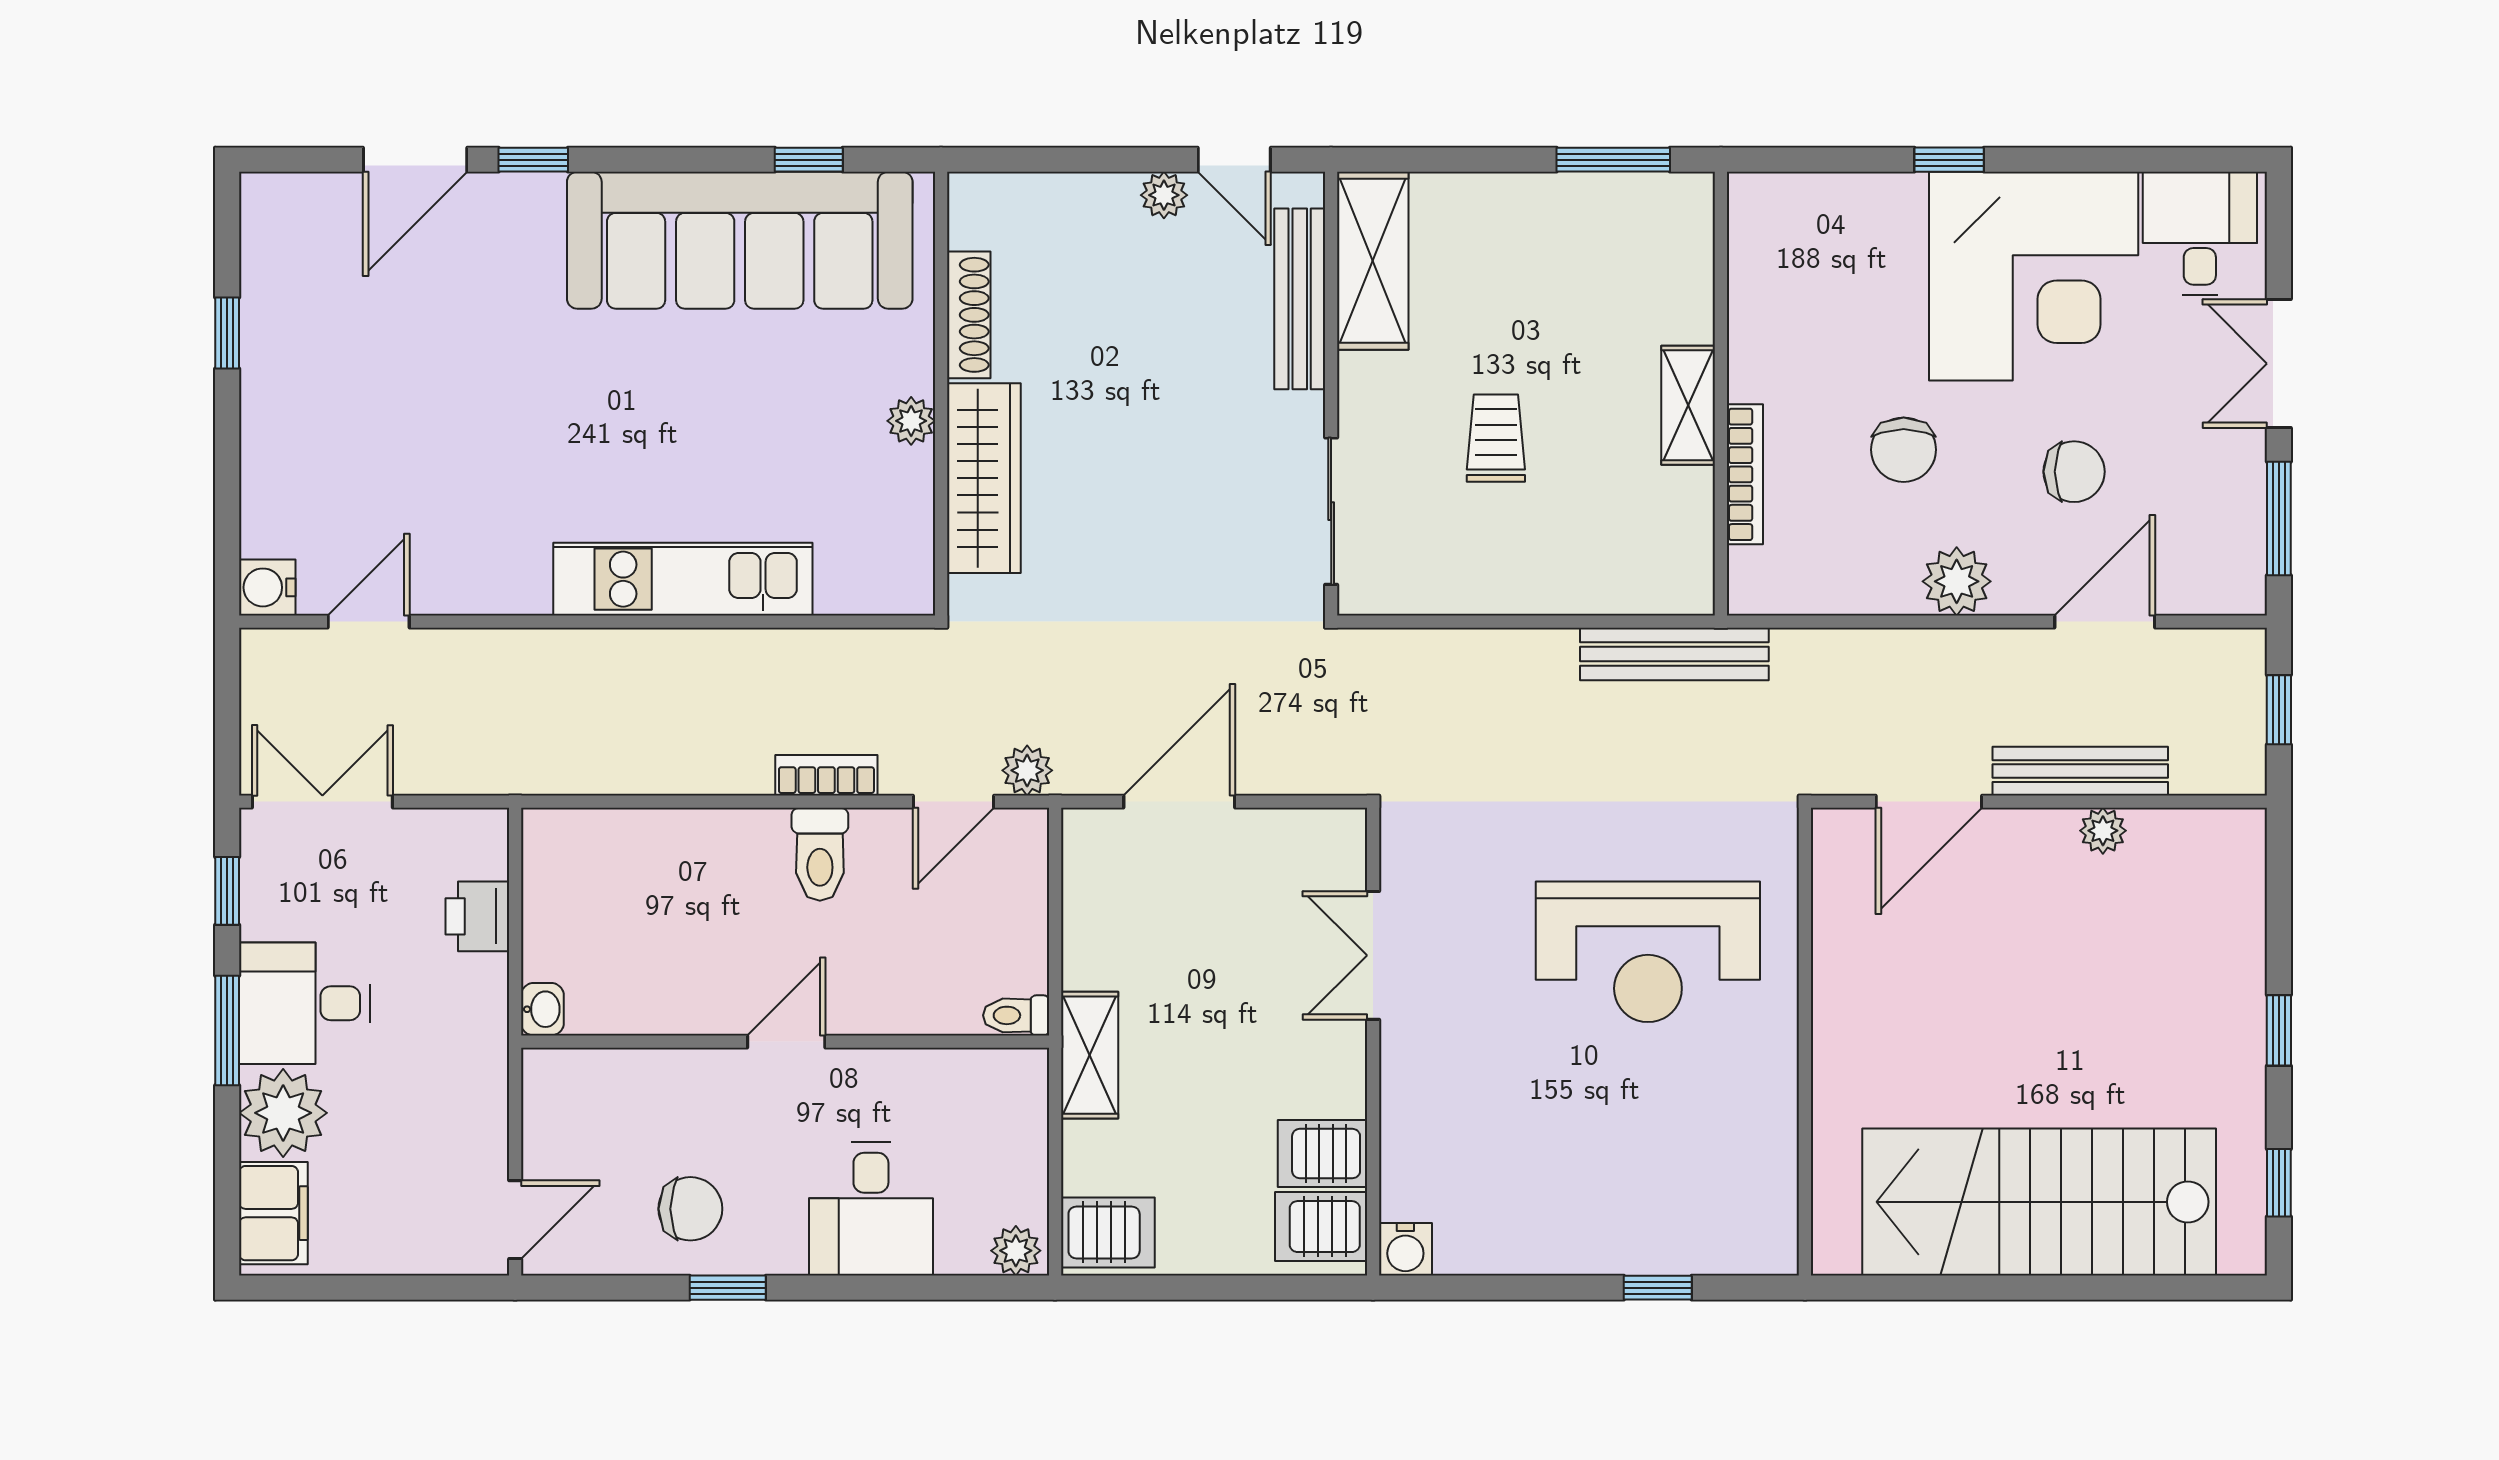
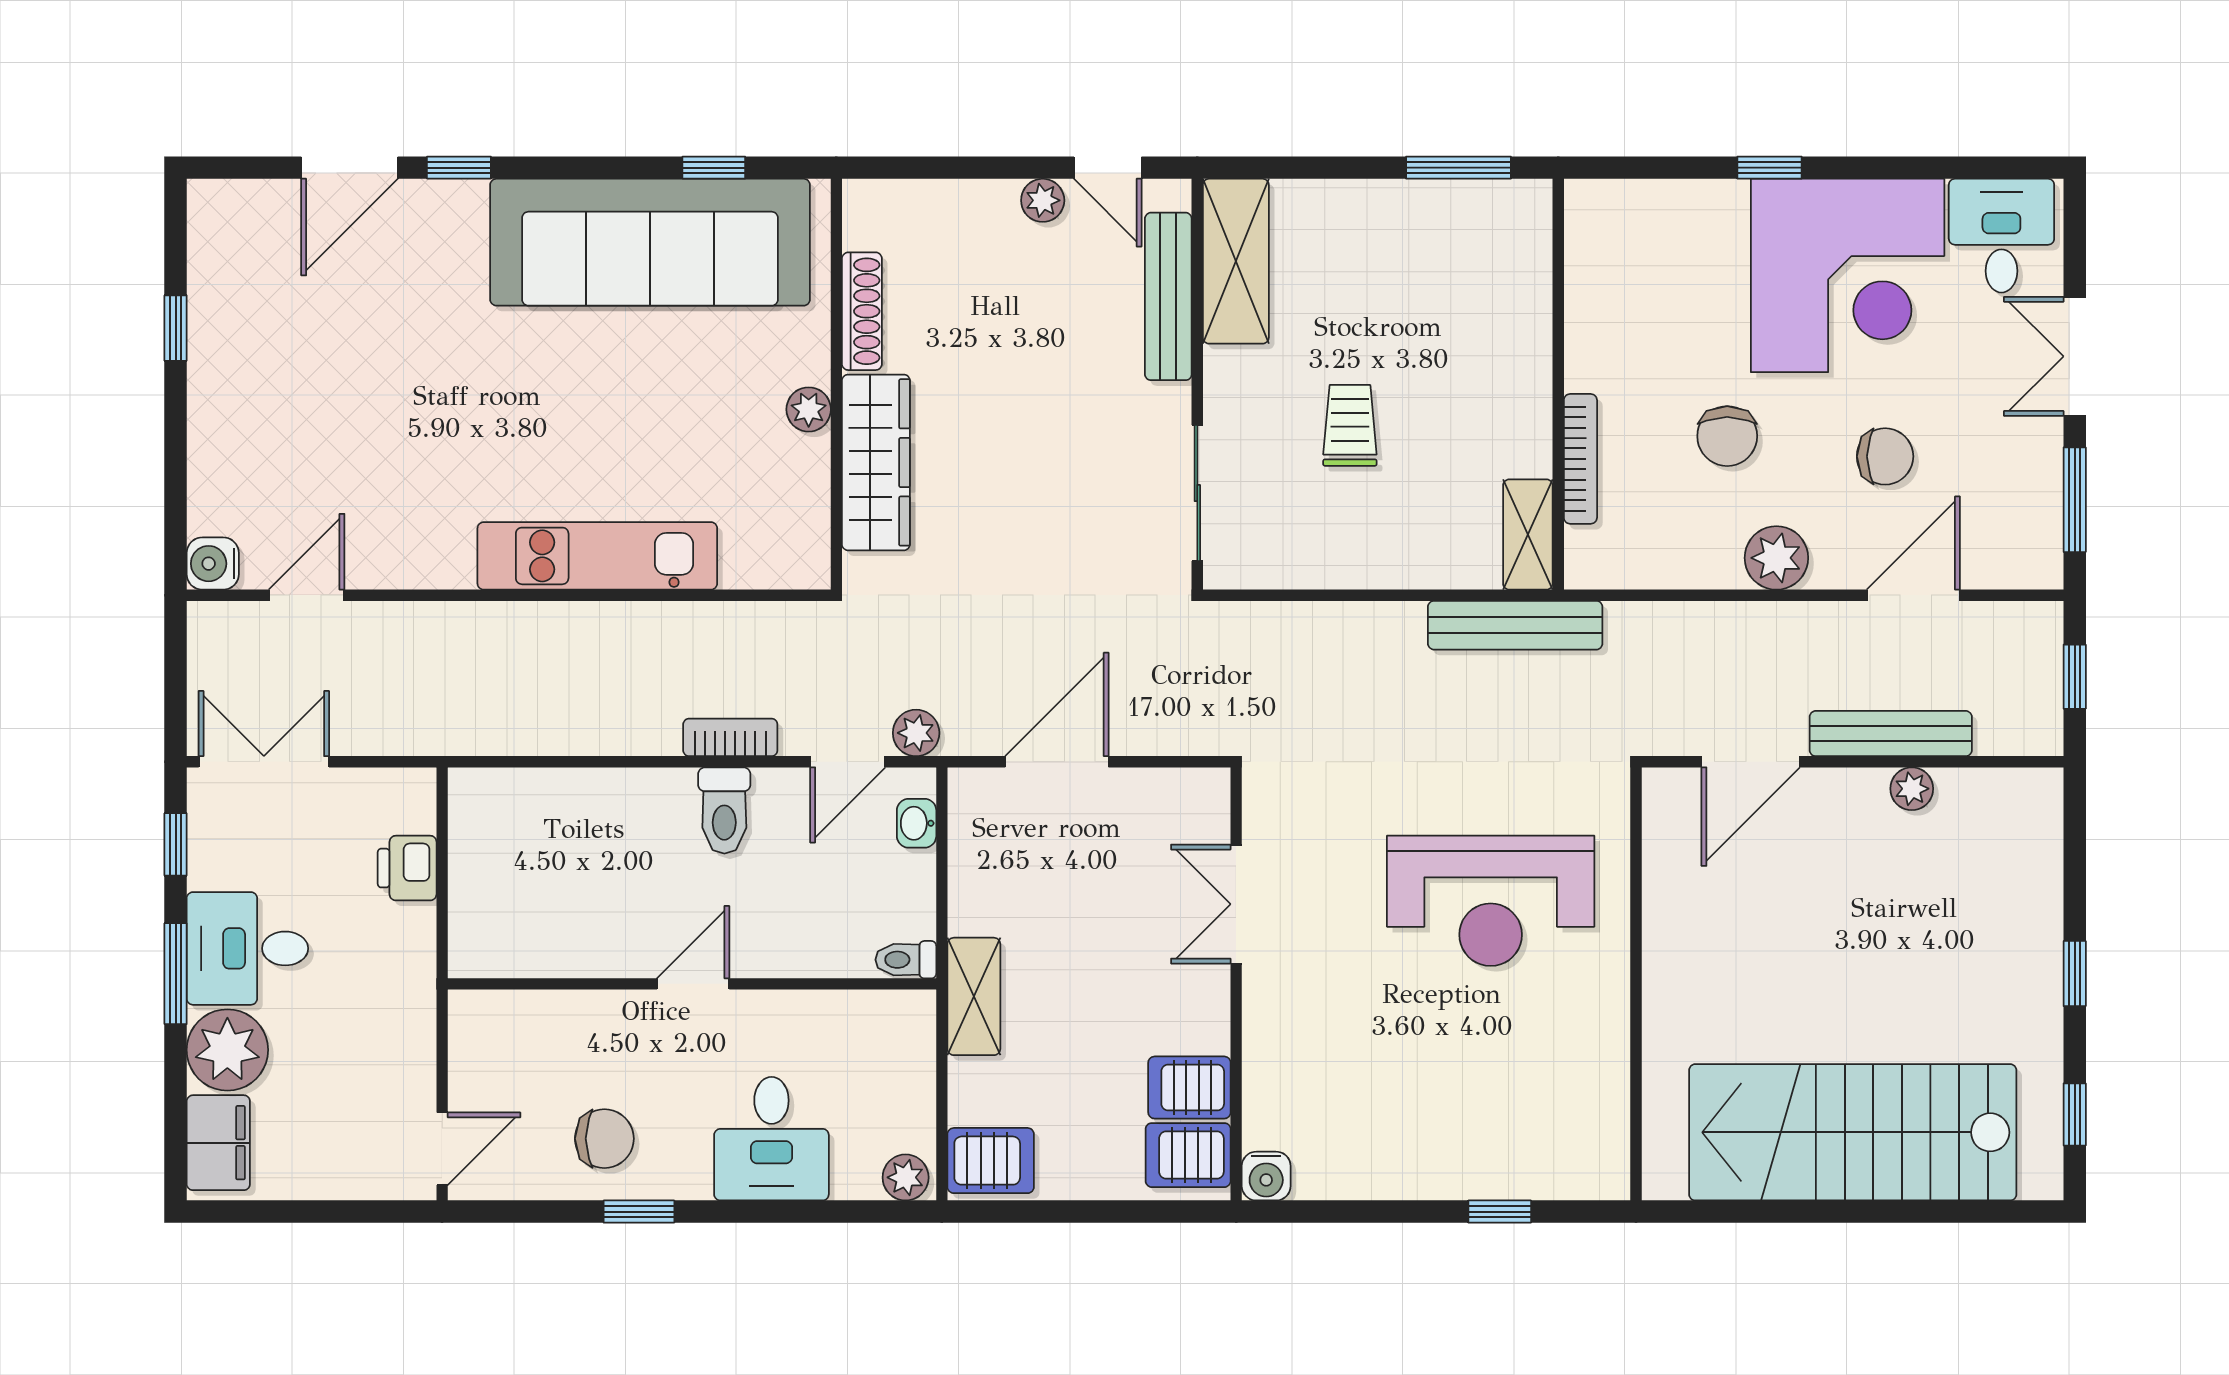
shelving: (1688, 405) -> (1528, 534), moved
washbasin: (542, 1009) -> (917, 823), moved, turned 180

